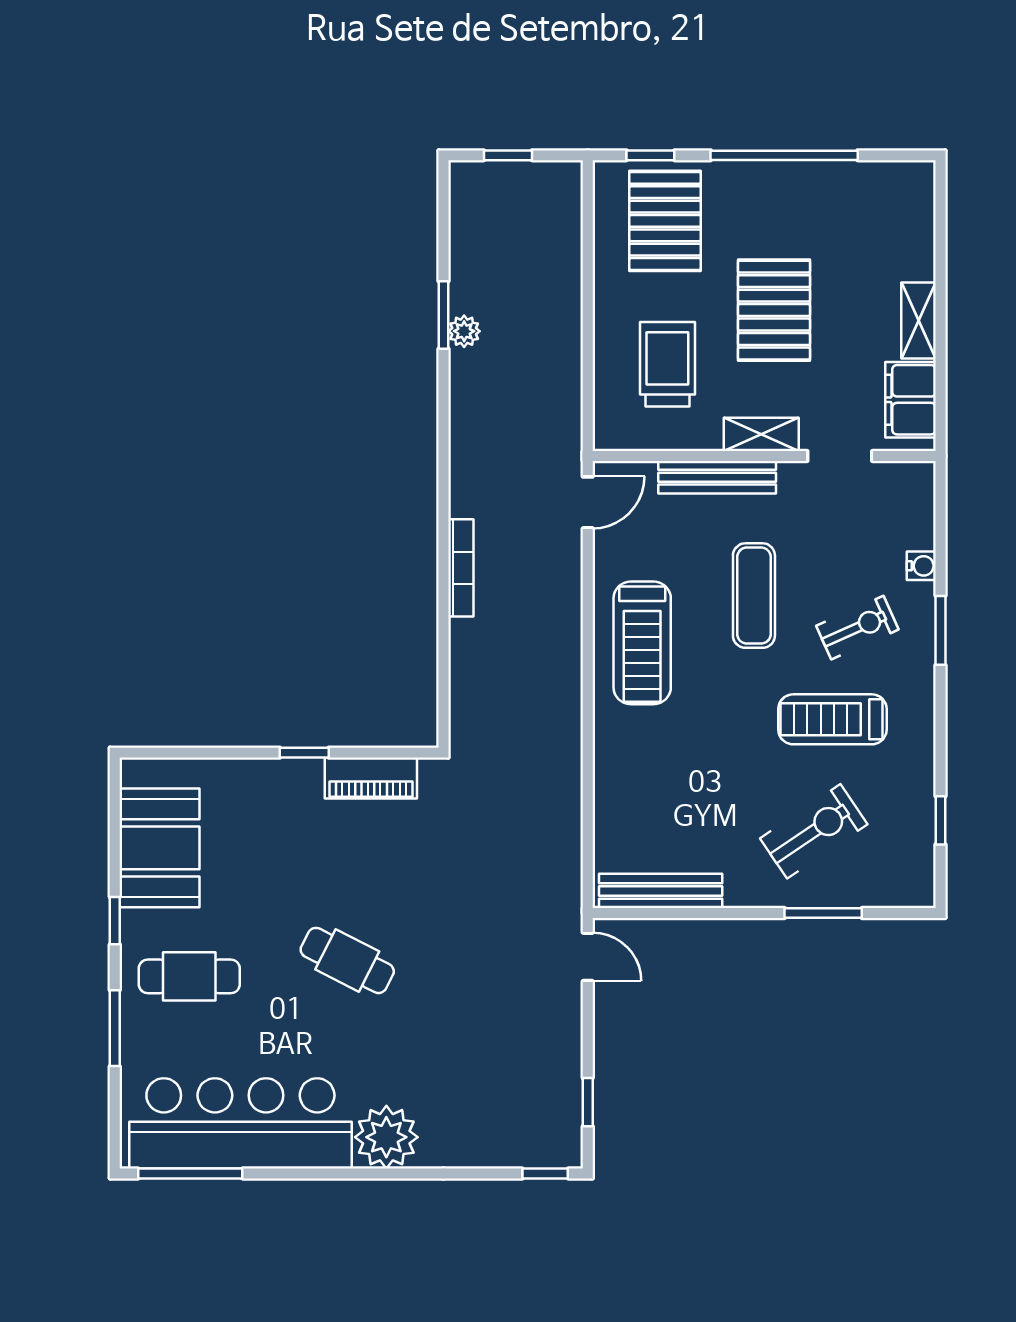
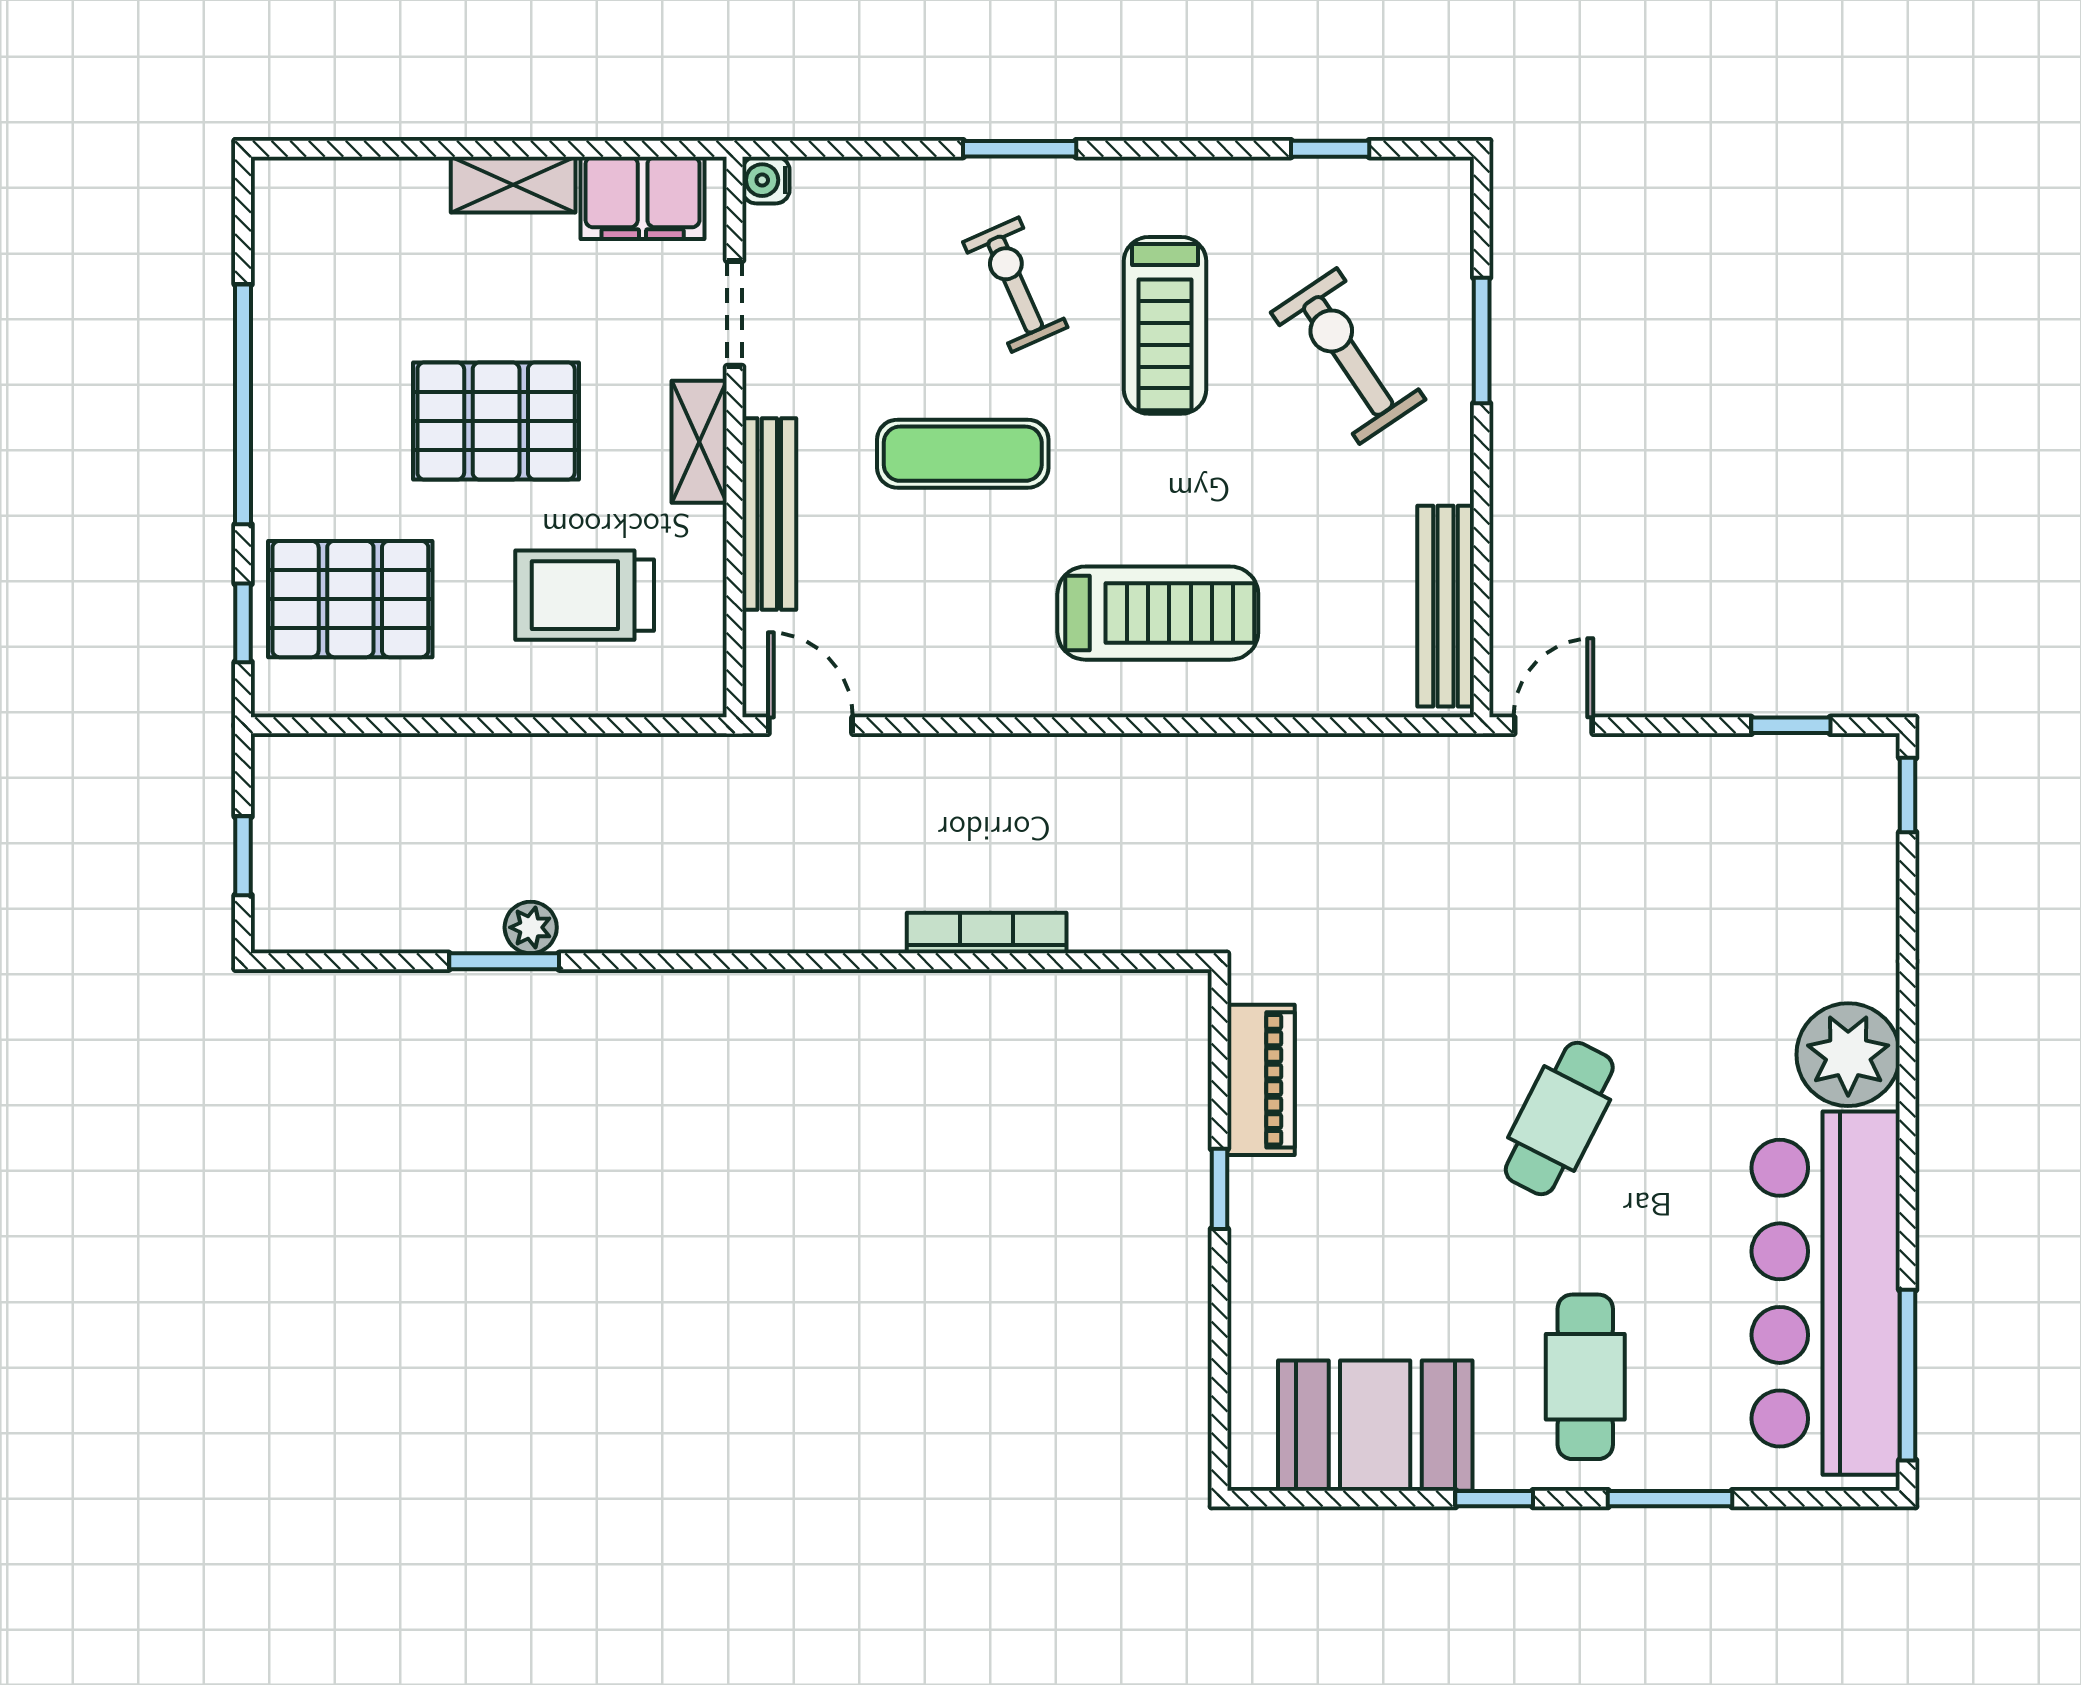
water cooler: (921, 566) -> (766, 180), moved, turned -90
bookcase: (461, 568) -> (987, 933), moved
treadmill: (642, 643) -> (1158, 613), moved

